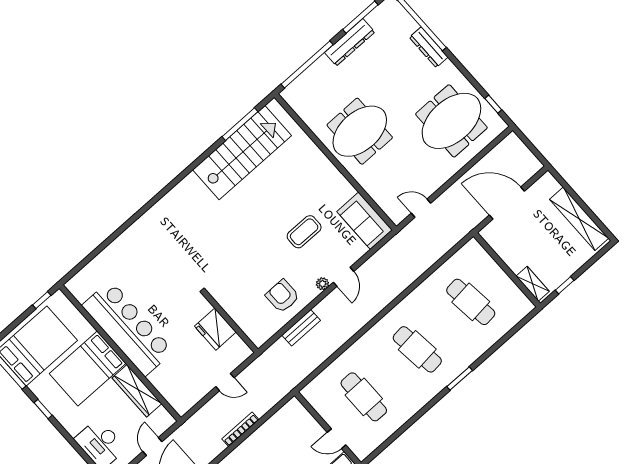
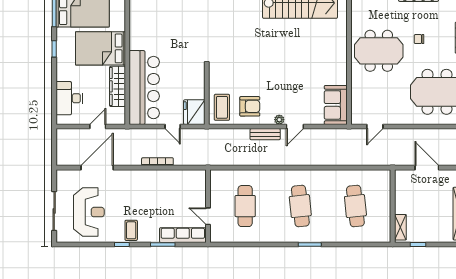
chair: (389, 85) -> (419, 39), added
door: (507, 203) -> (427, 168), width x0.73
door: (421, 208) -> (375, 127), swing flipped
coffee table: (304, 232) -> (222, 107), moved, turned 90
armchair: (282, 296) -> (250, 106), turned 90
bar counter: (128, 328) -> (144, 88), moved
bench: (301, 328) -> (265, 134), moved
fridge: (215, 329) -> (194, 112), moved

